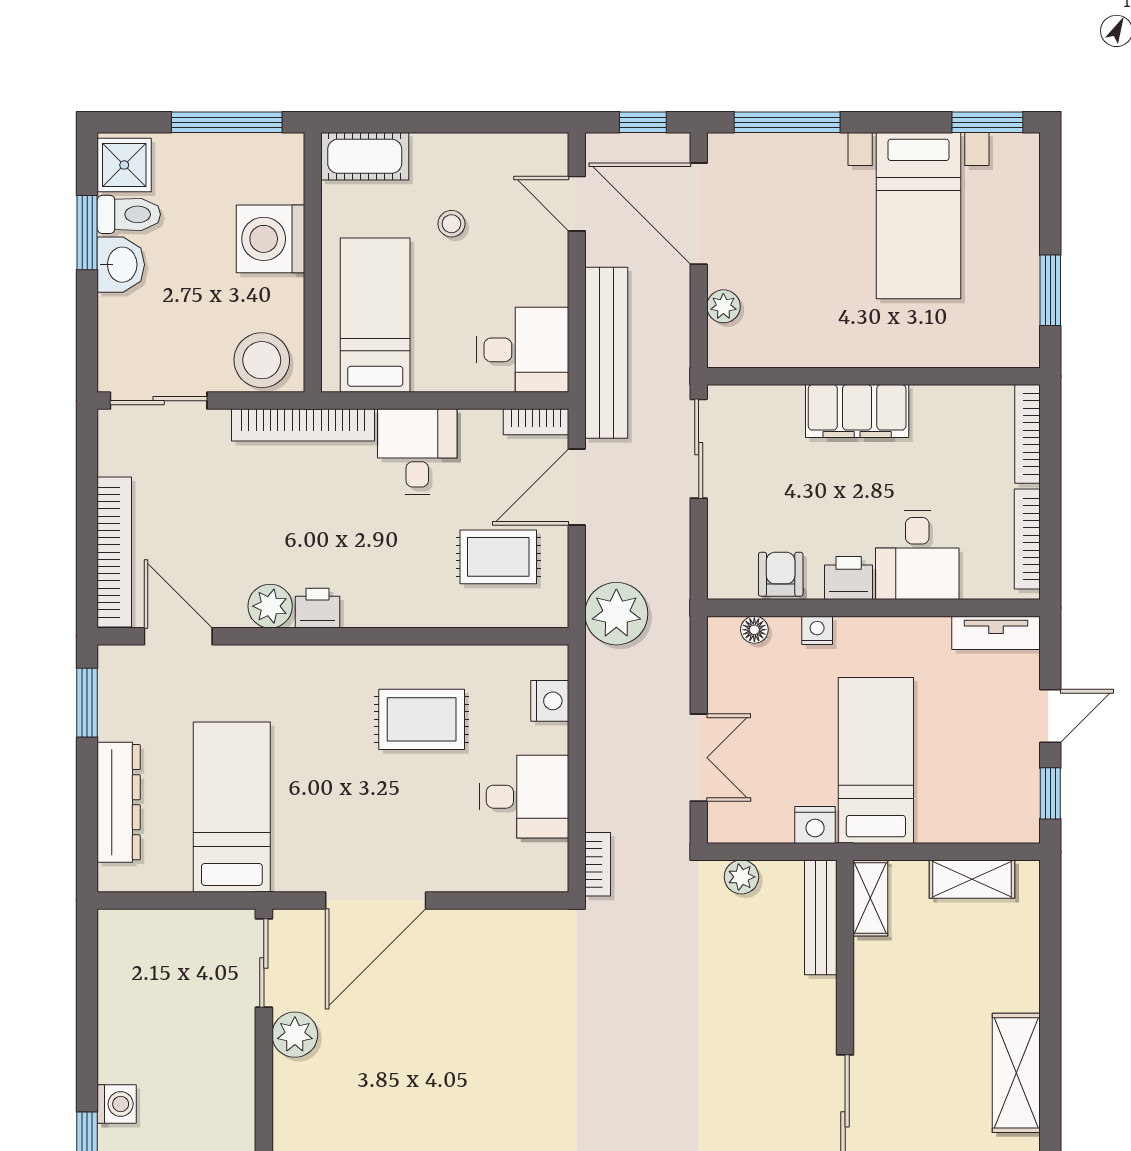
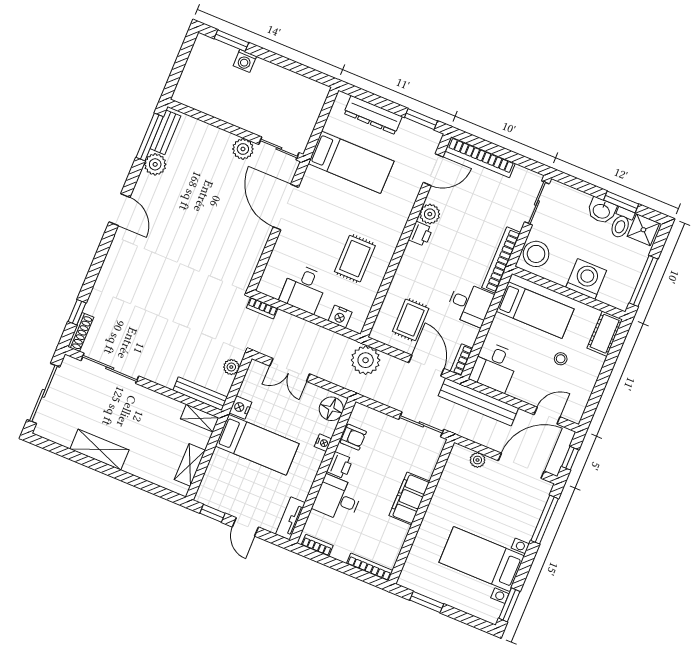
bookcase: (1027, 539) -> (317, 545), width x0.64
floor lamp: (754, 630) -> (331, 409), width x1.89, depth x1.89

